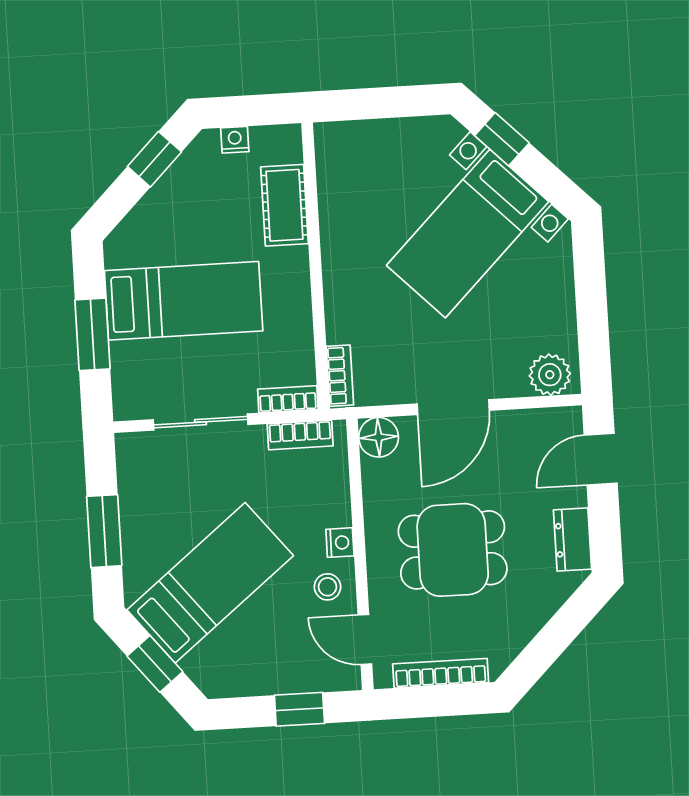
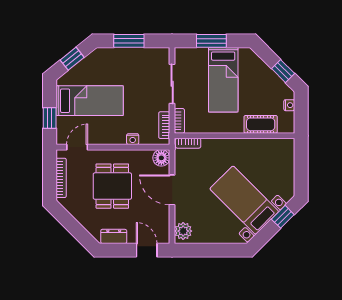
nightstand: (340, 543) -> (133, 139), moved
bed: (210, 583) -> (90, 101), moved, turned -51
stool: (327, 587) -> (100, 133), removed

